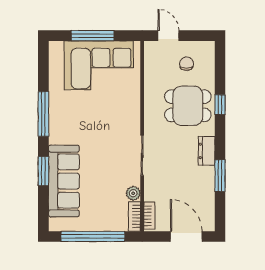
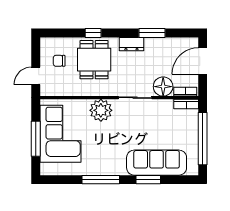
floor lamp: (156, 189) -> (163, 87), added
plant: (133, 193) -> (101, 110), moved, width x1.88, depth x1.88

